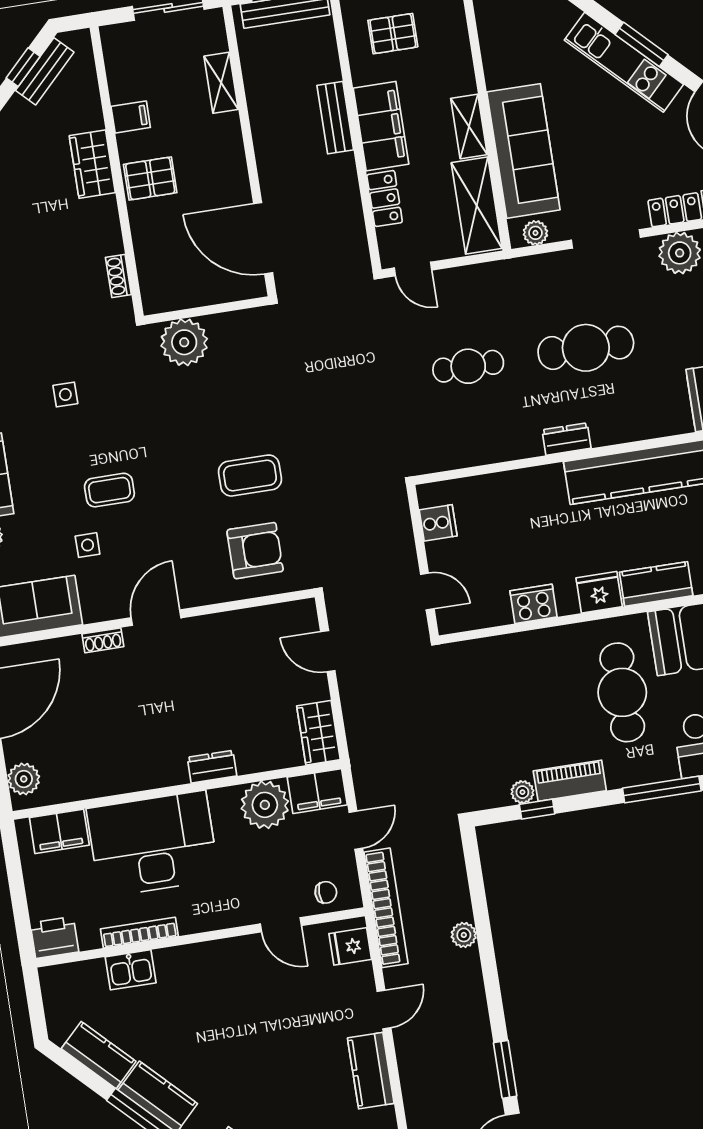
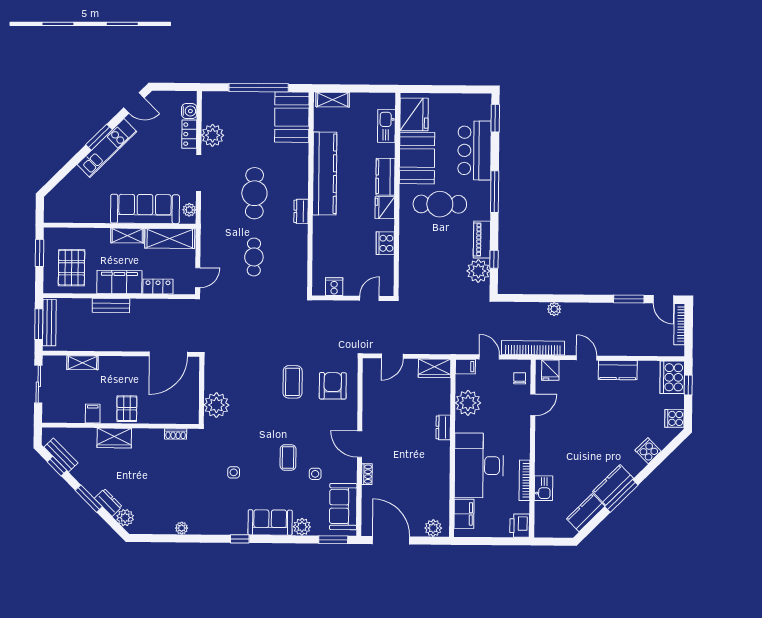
pallet: (393, 34) -> (71, 268), width x1.50, depth x1.42
filing cabinet: (317, 791) -> (465, 367), width x0.50
plant: (522, 792) -> (478, 271), width x1.88, depth x1.88

